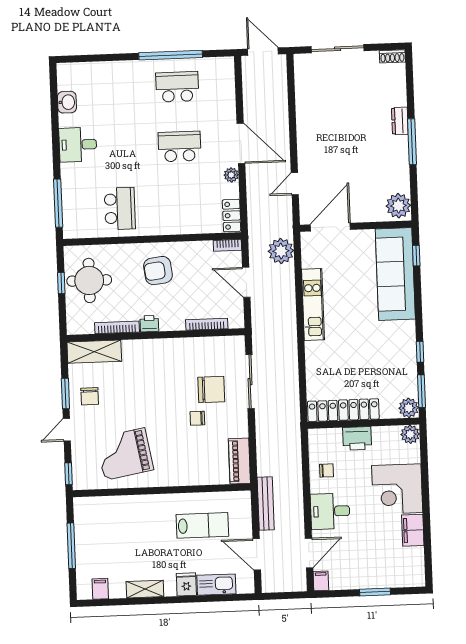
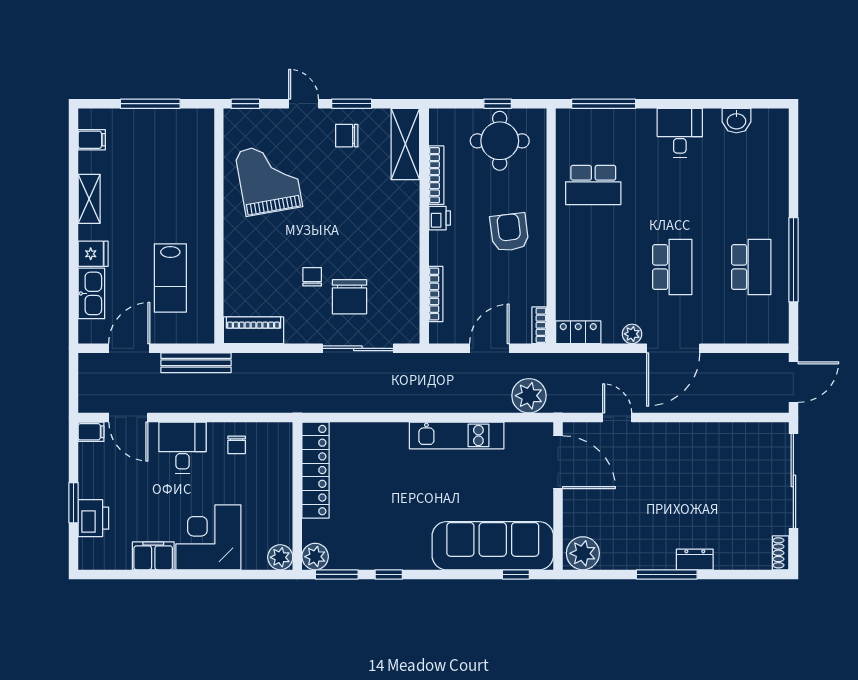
sliding door: (338, 49) -> (793, 481), width x1.36
printer: (357, 438) -> (93, 518), moved, turned 180

